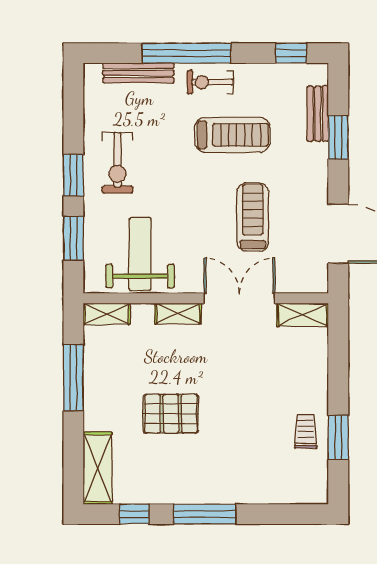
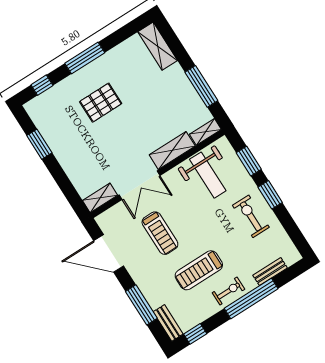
bench: (138, 73) -> (270, 272), width x0.73
bench: (318, 114) -> (168, 323), moved
window: (338, 137) -> (141, 305), width x1.44
shelving: (178, 314) -> (172, 150), width x1.50, depth x1.33
pallet: (171, 414) -> (101, 103), moved
trolley: (306, 431) -> (59, 137), removed
window: (134, 514) -> (42, 85), moved

